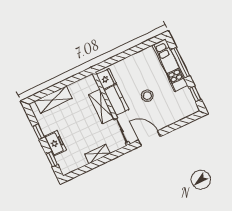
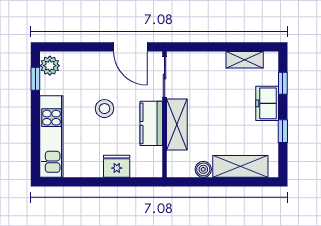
window: (180, 63) -> (35, 133), removed
fridge: (106, 79) -> (117, 166), moved, turned 90
boiler: (74, 88) -> (203, 169), added
plant: (190, 105) -> (50, 66), added
shelving: (98, 154) -> (245, 60), moved

